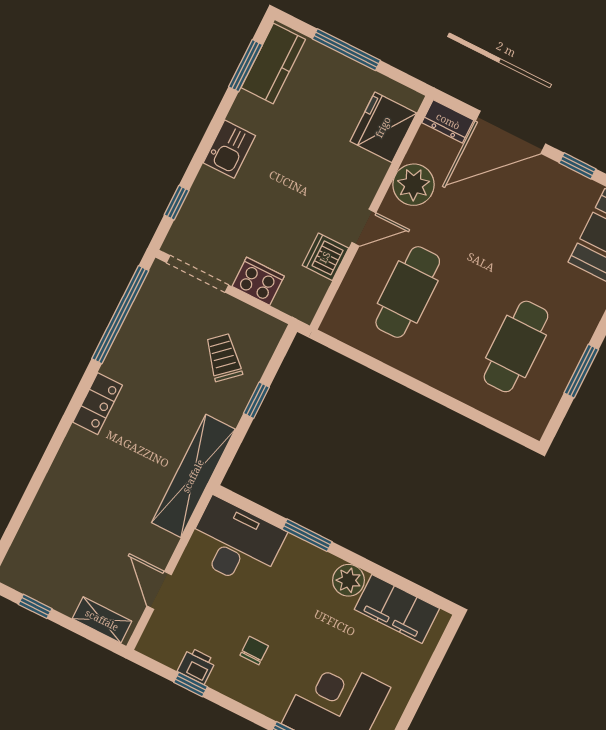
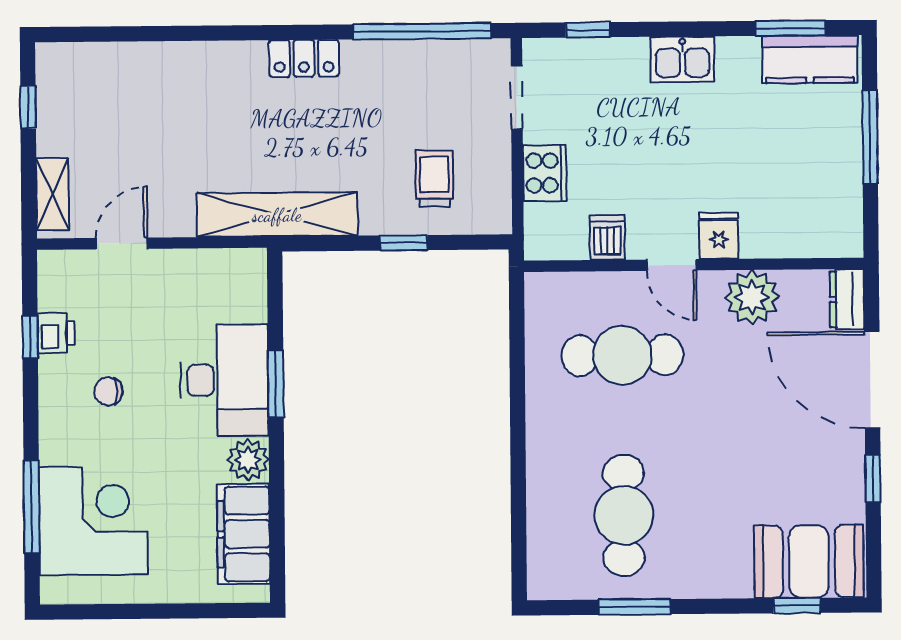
fridge: (383, 127) -> (719, 236), moved, width x0.53, depth x0.75
dishwasher: (325, 257) -> (607, 237), width x0.73
doorway: (198, 274) -> (517, 97), width x0.73
cafe table: (516, 346) -> (624, 515), turned 90
trolley: (224, 357) -> (434, 178), turned -48
desk: (235, 543) -> (224, 380), moved
chair: (254, 651) -> (108, 391), turned 180

